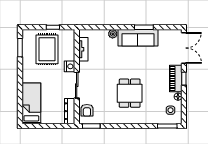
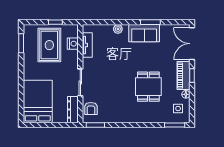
sofa: (138, 38) -> (144, 33), width x0.73
double door: (184, 48) -> (192, 44), swing flipped
nightstand: (69, 66) -> (73, 44), moved
dining table: (130, 93) -> (148, 87), moved
bed: (31, 103) -> (38, 101), width x1.50

